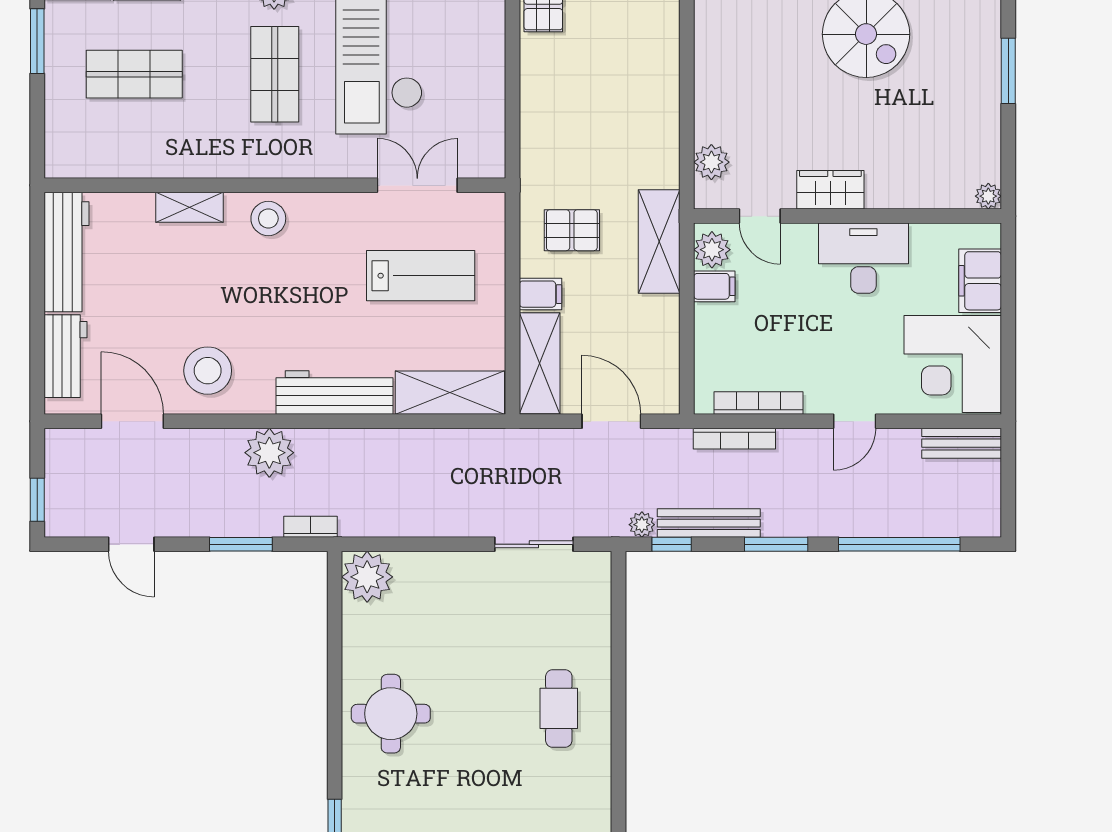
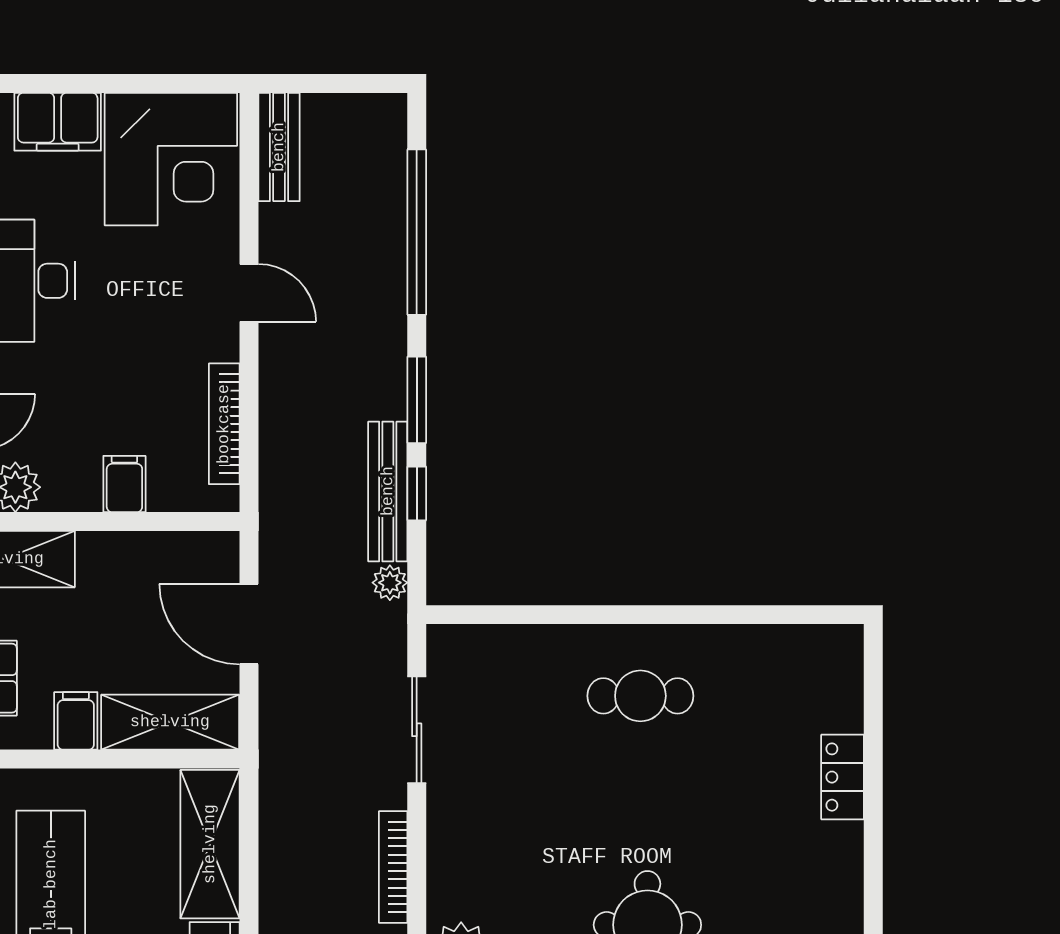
filing cabinet: (714, 286) -> (124, 484), moved
door: (611, 421) -> (249, 624), hinge flipped
bookcase: (734, 439) -> (393, 867), moved, turned 180
window: (672, 544) -> (417, 493), moved

